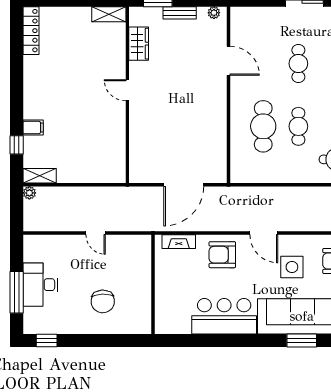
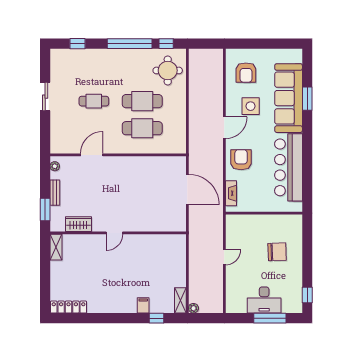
cafe table: (298, 126) -> (142, 101), width x1.37, depth x1.35
armchair: (222, 255) -> (241, 160), turned 180
bar counter: (224, 316) -> (288, 167), width x1.36

